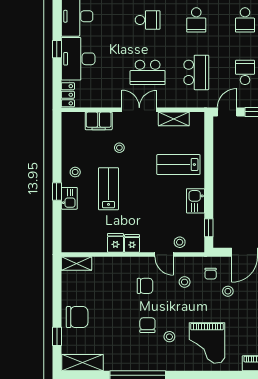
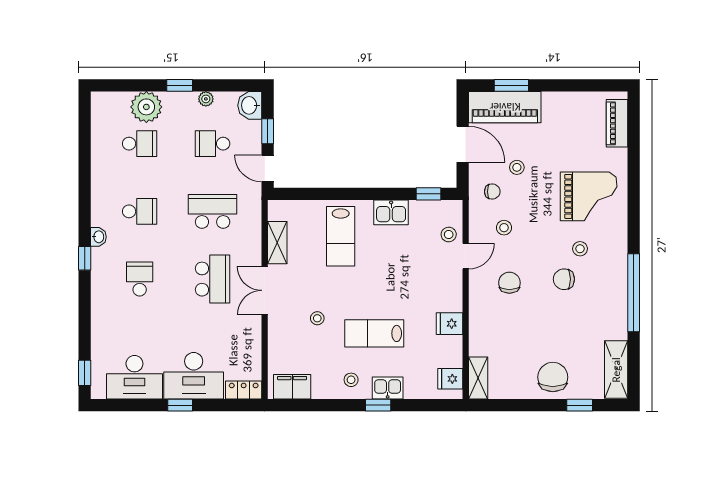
filing cabinet: (99, 121) -> (292, 387), moved, turned -90
fridge: (132, 243) -> (450, 379), moved

